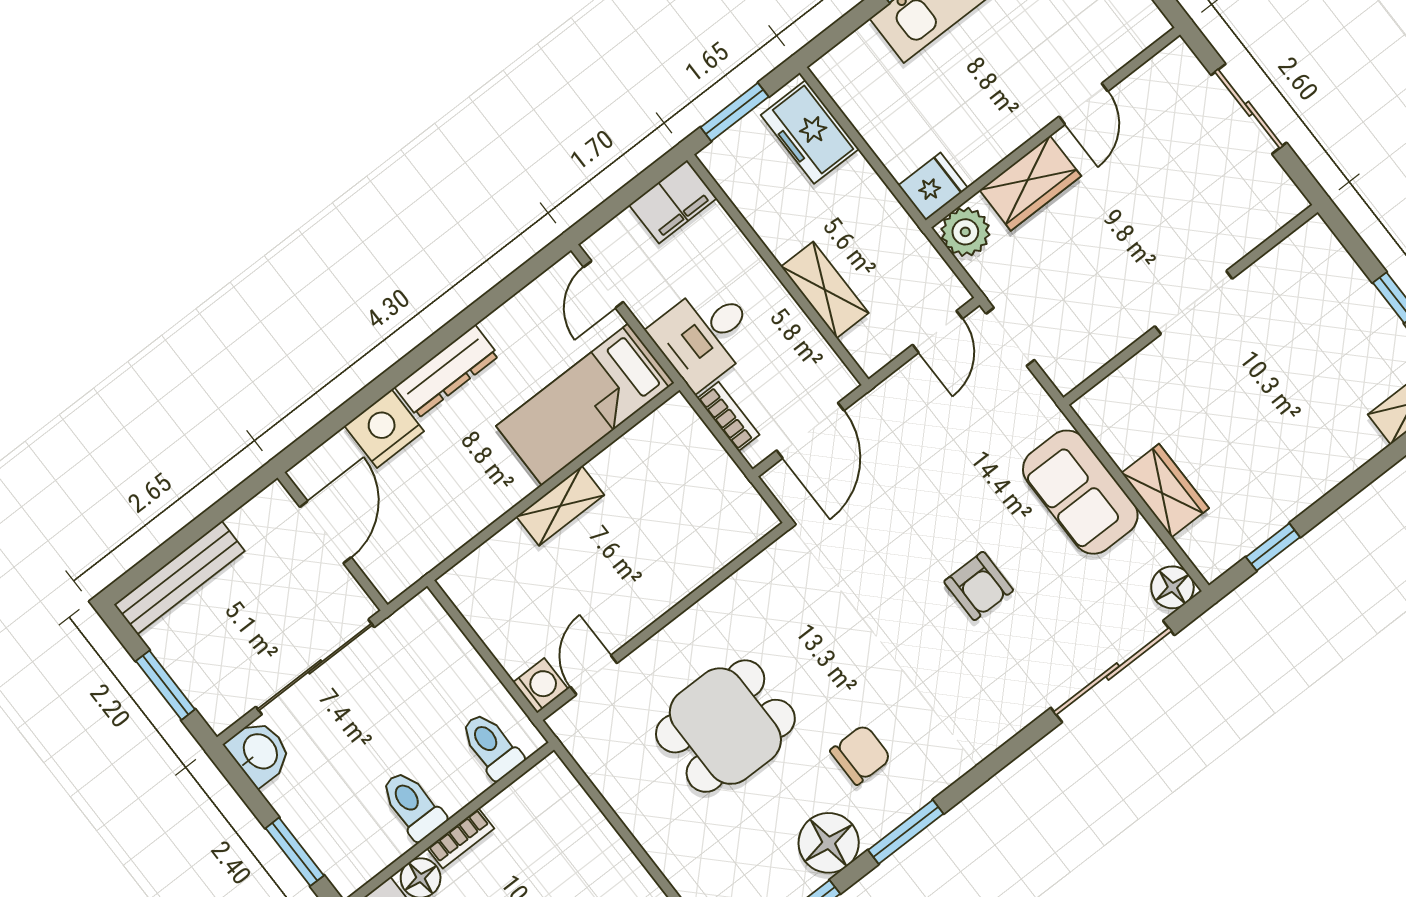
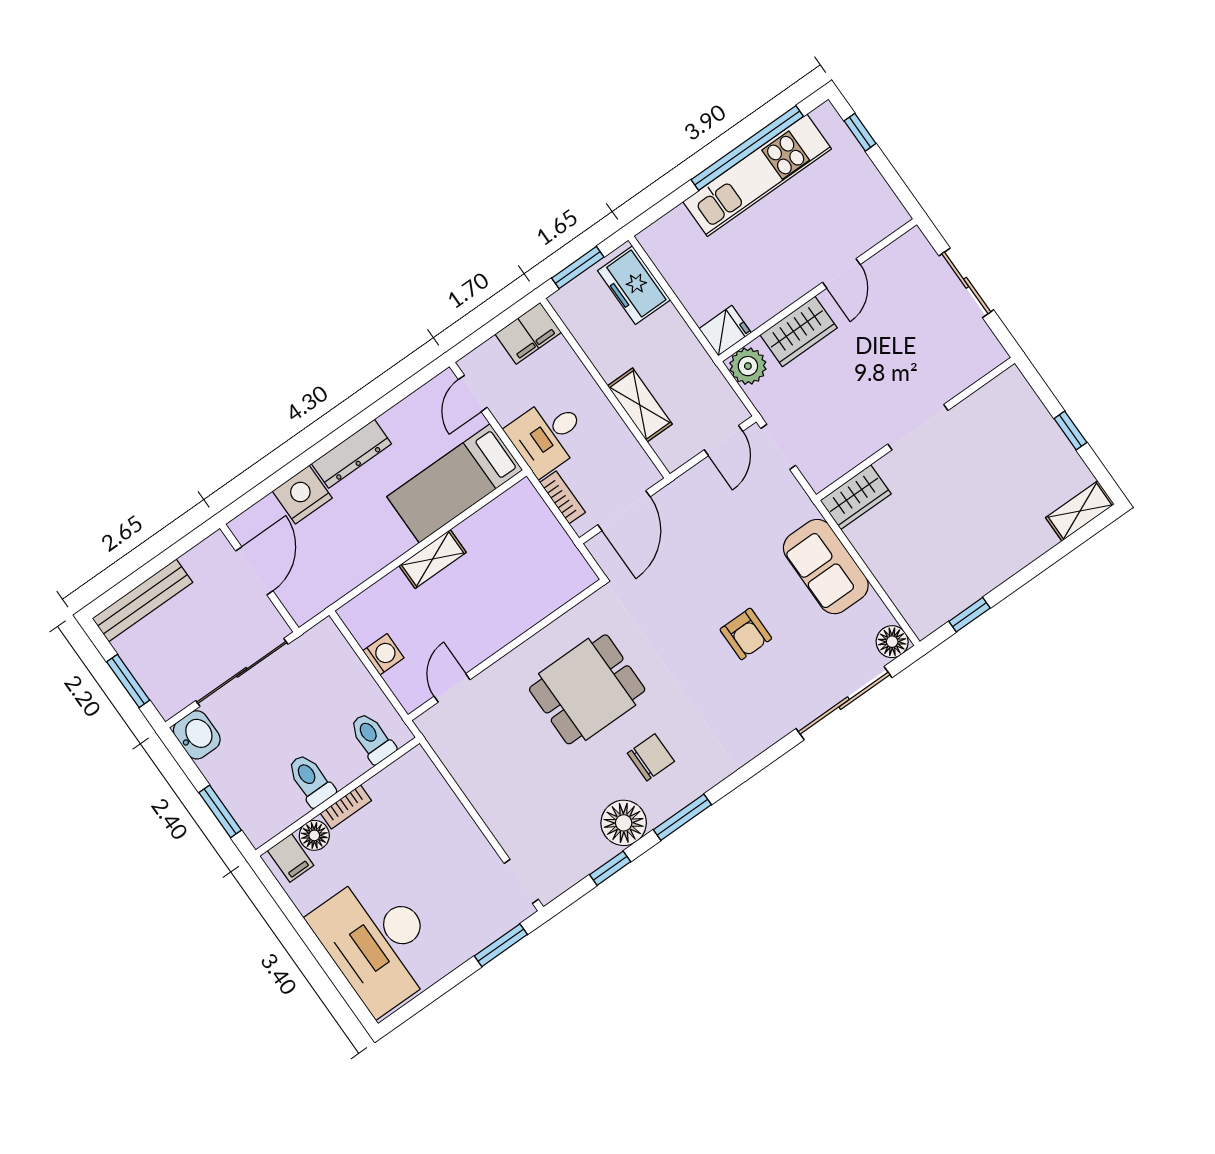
wardrobe: (1165, 491) -> (856, 497), moved, turned 90
washing machine: (541, 686) -> (383, 654), moved
dining table: (725, 726) -> (587, 689), moved

